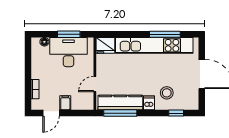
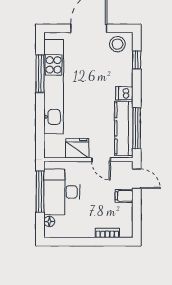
window: (69, 34) -> (40, 192), width x1.44
fridge: (105, 45) -> (77, 148), moved, turned -90
stool: (167, 93) -> (117, 44), moved
door: (51, 113) -> (137, 179), moved

